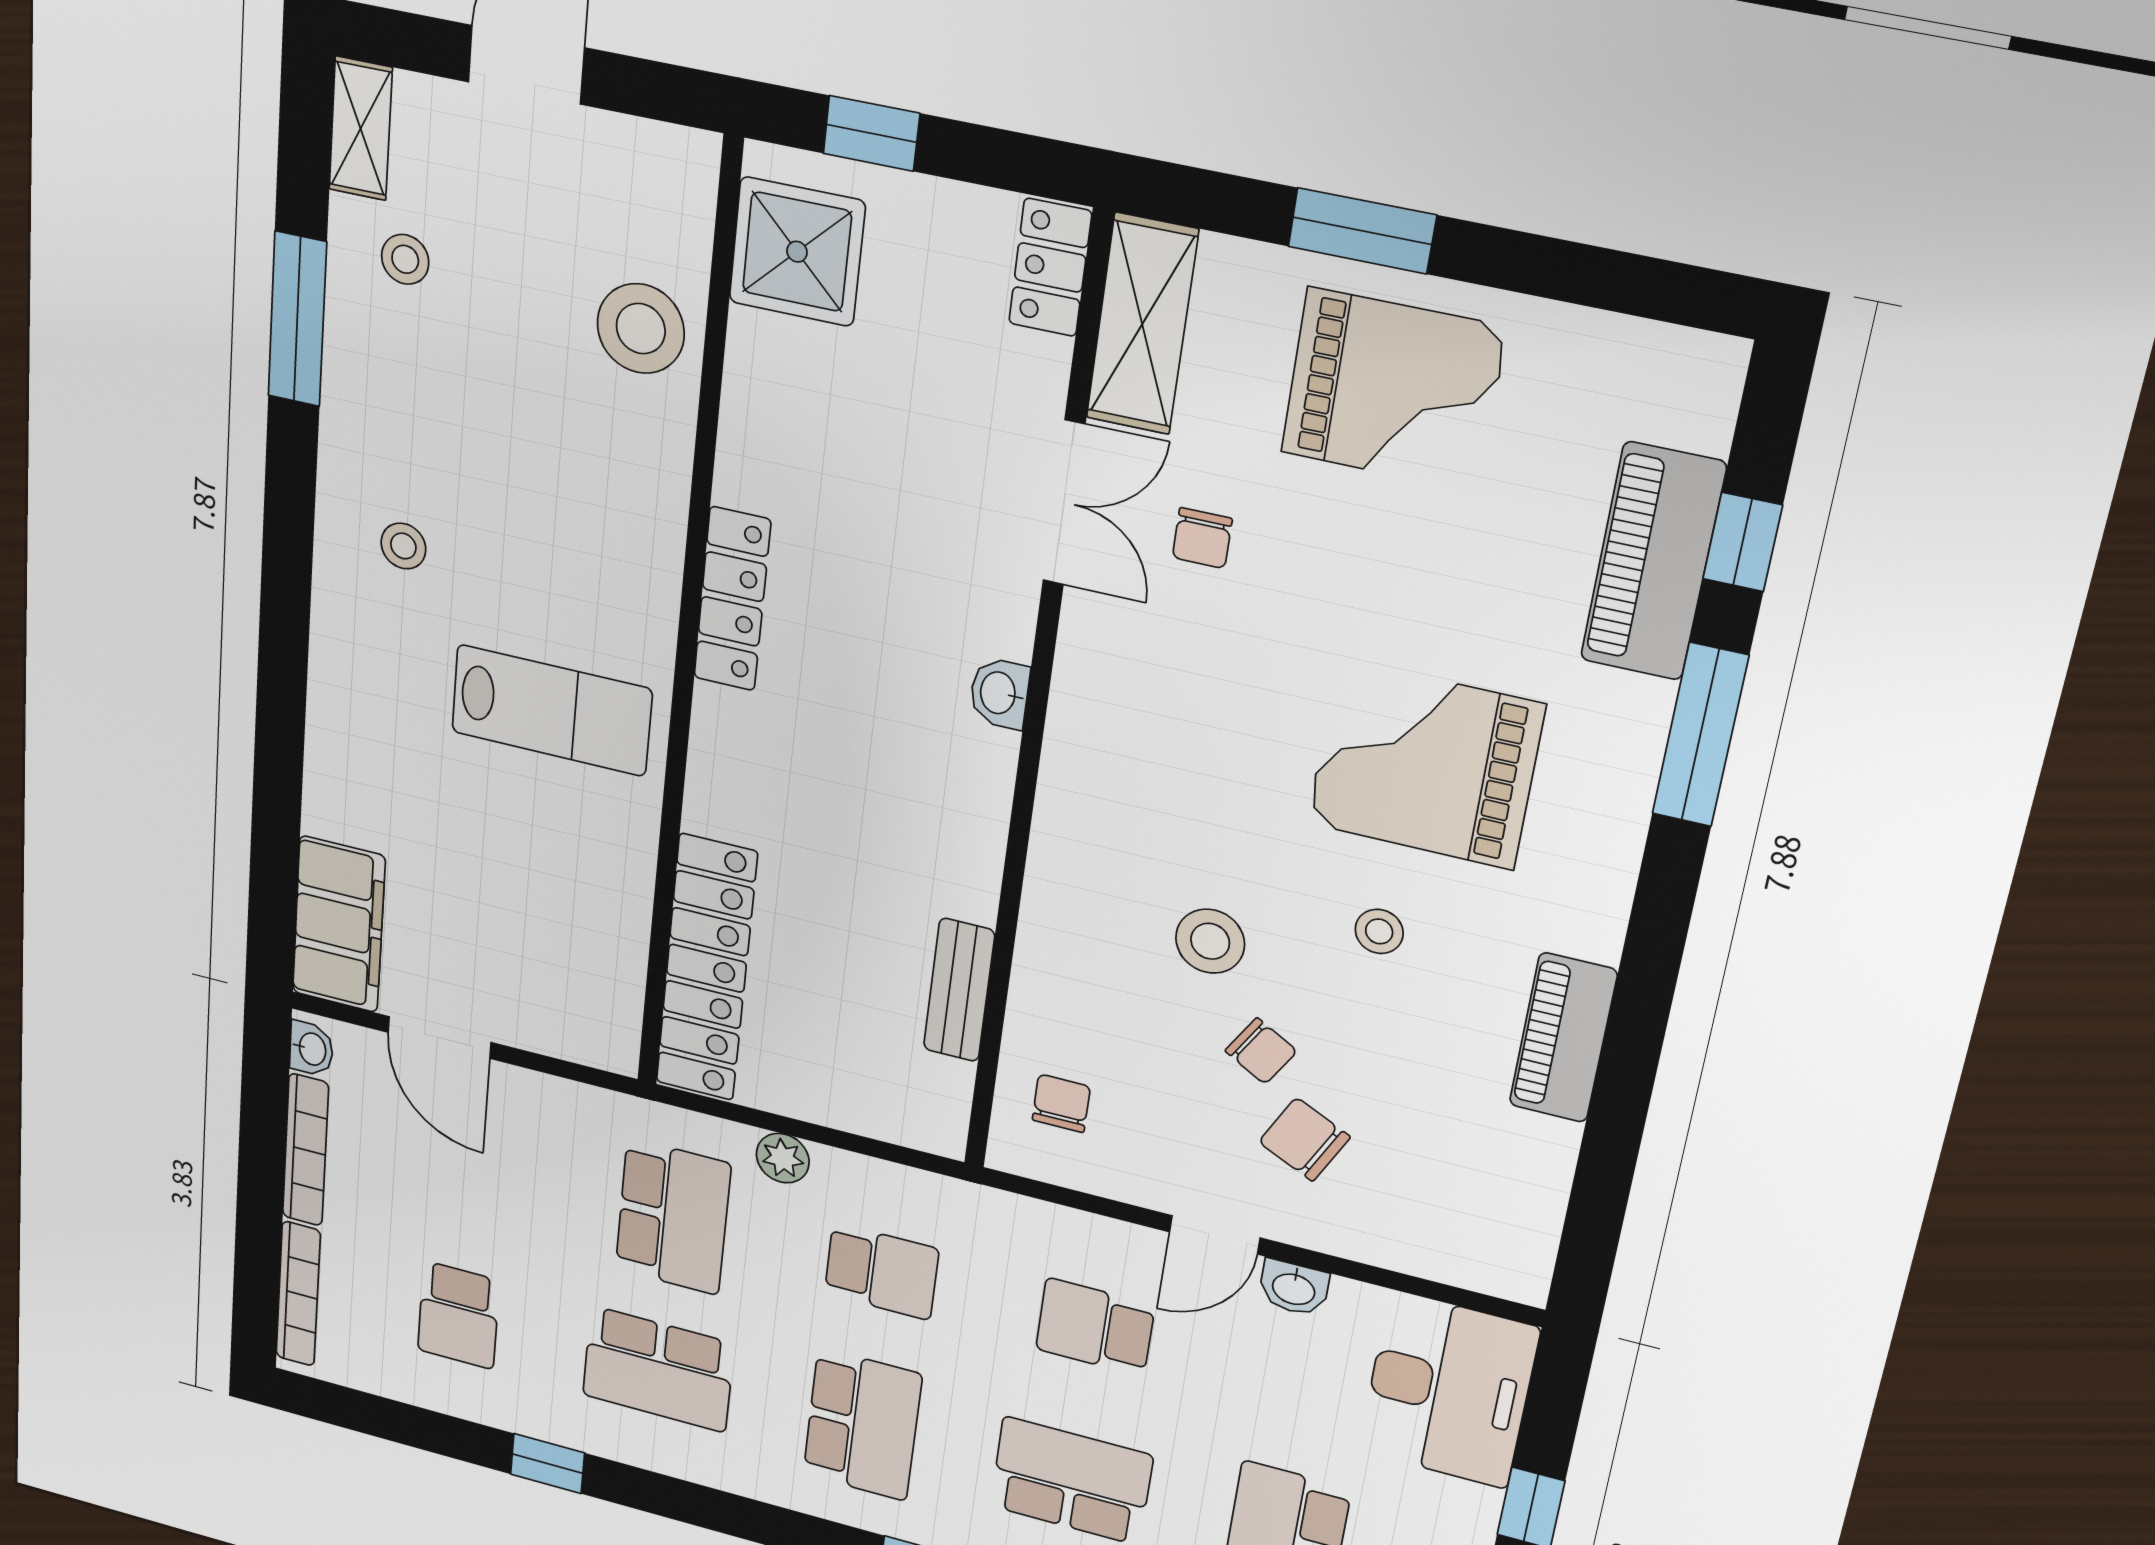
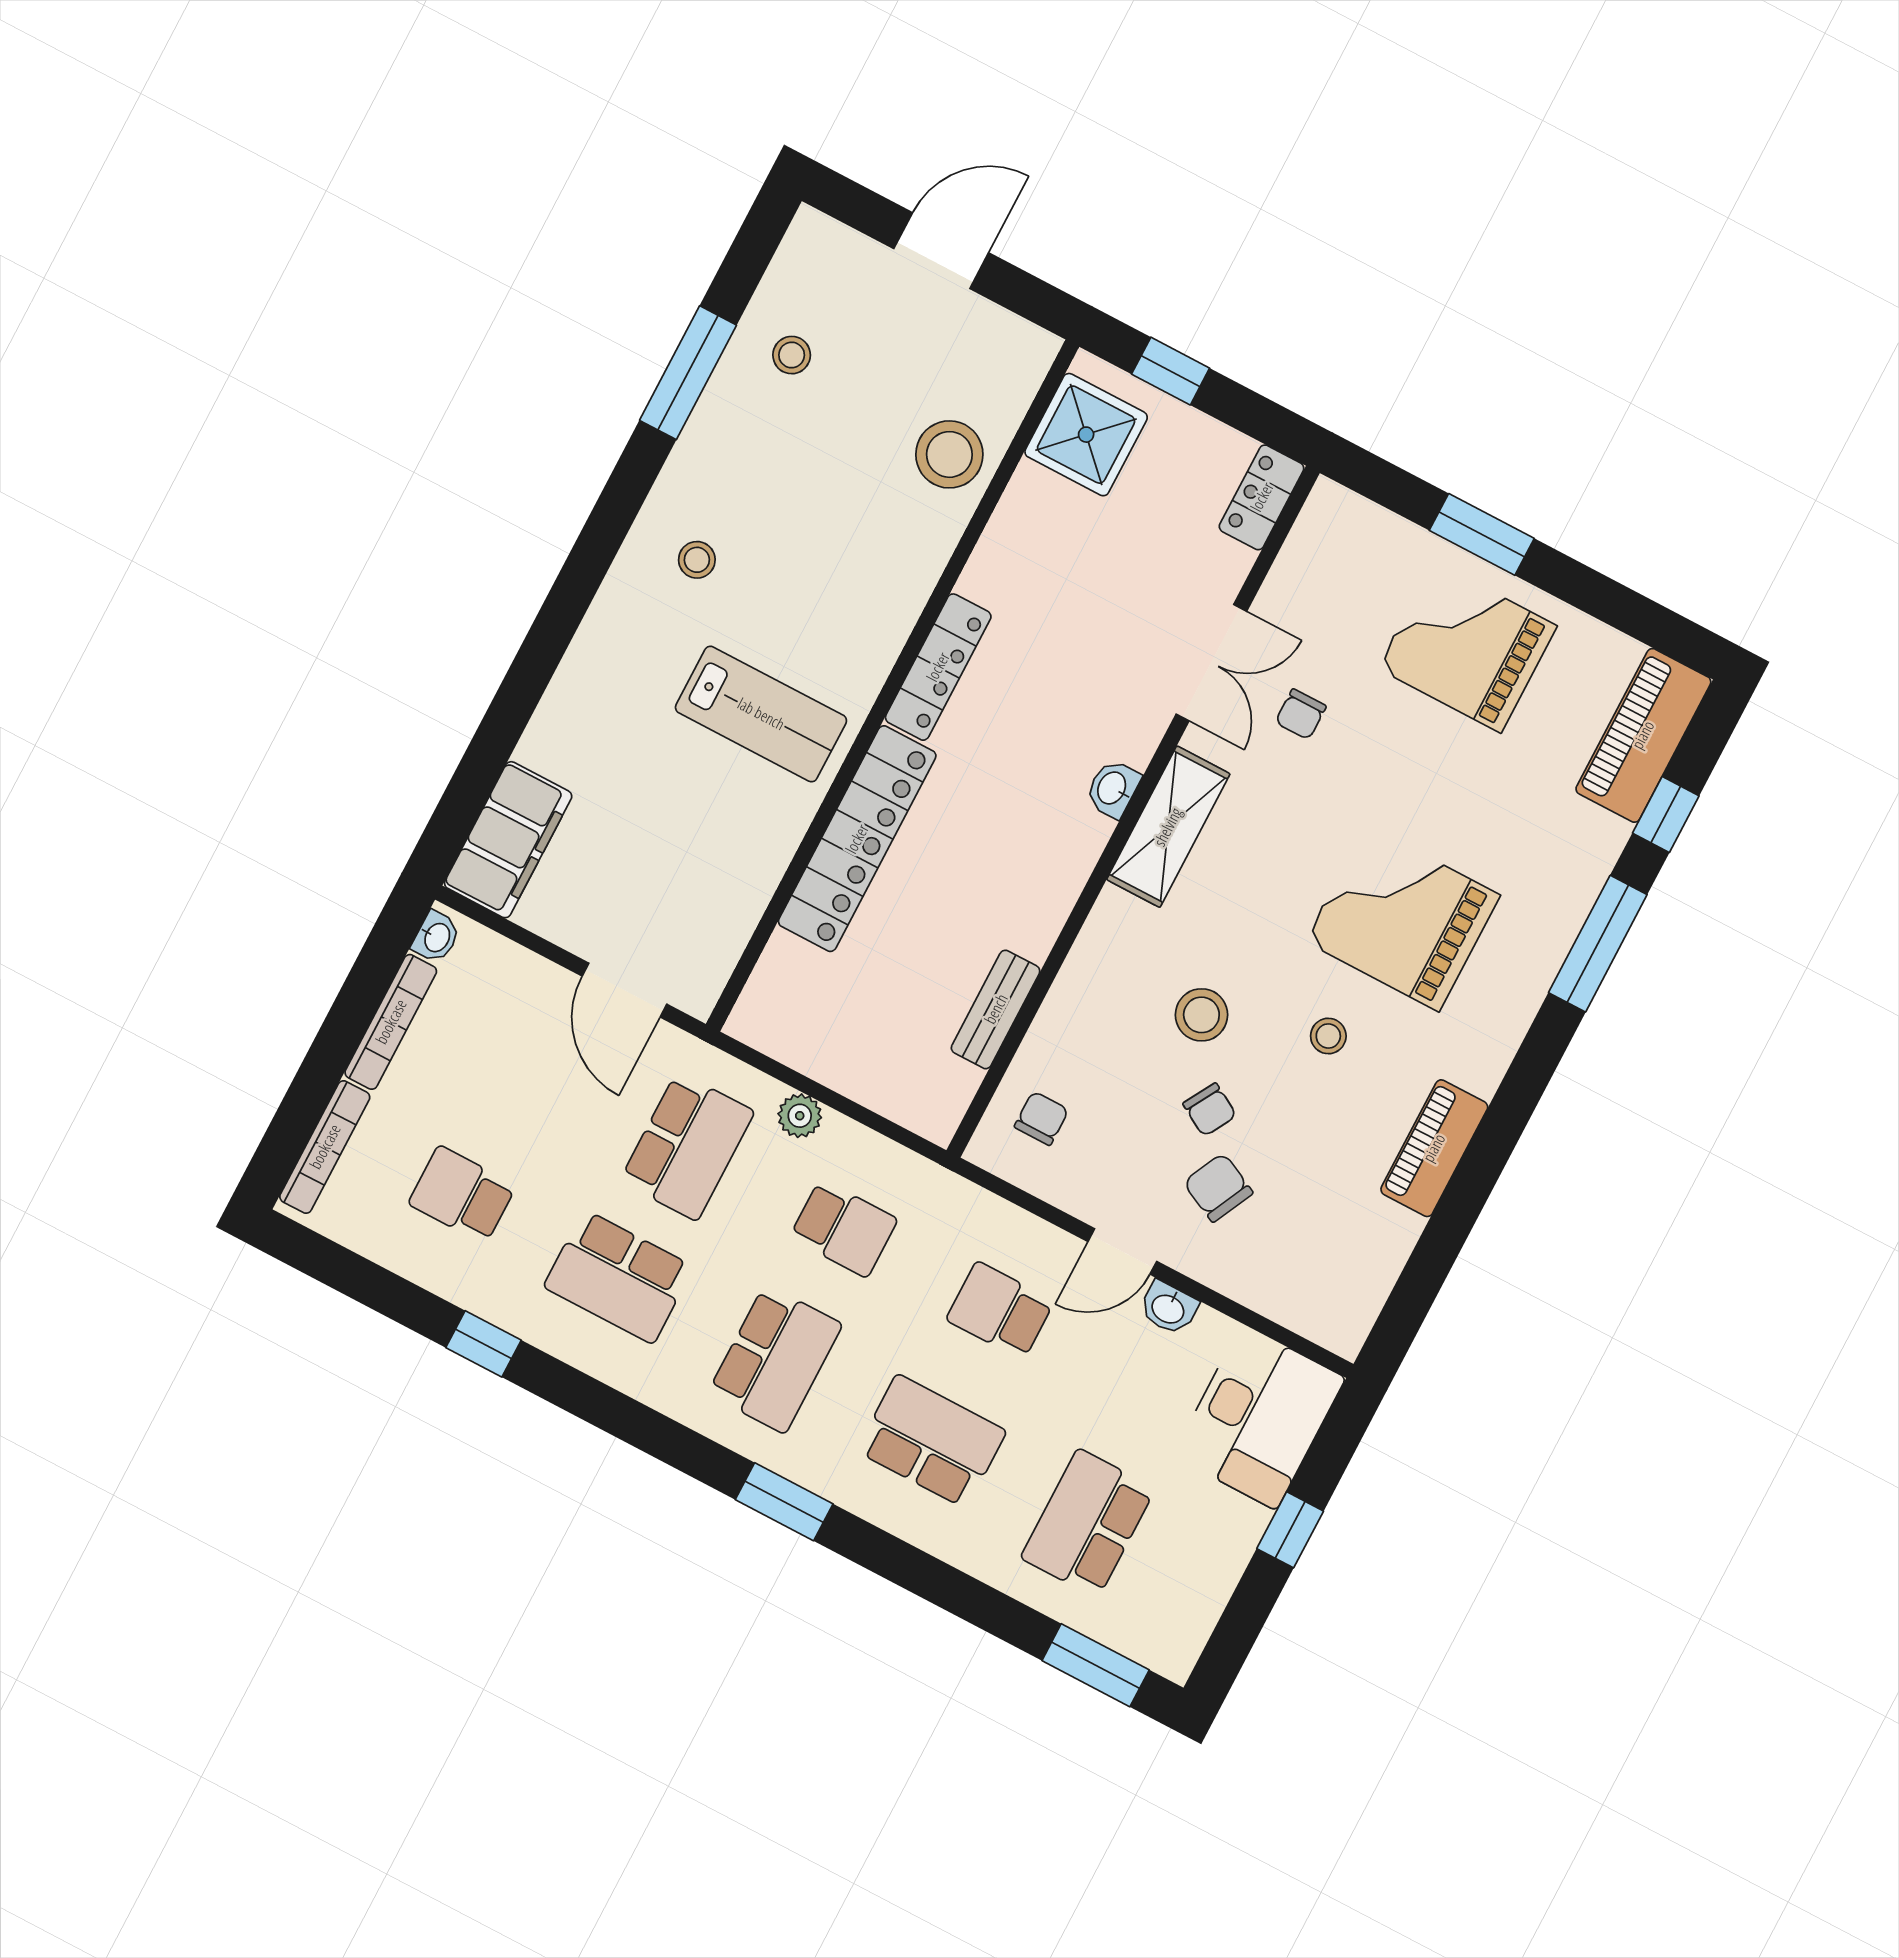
shelving: (361, 129) -> (798, 256), removed
shelving: (1142, 324) -> (1168, 827), moved
grand piano: (1393, 390) -> (1467, 647), turned 180
piano: (1653, 562) -> (1643, 735), moved
locker: (706, 968) -> (857, 839), moved
door: (439, 1037) -> (625, 990), moved
school desk: (458, 1315) -> (462, 1195), turned 90

